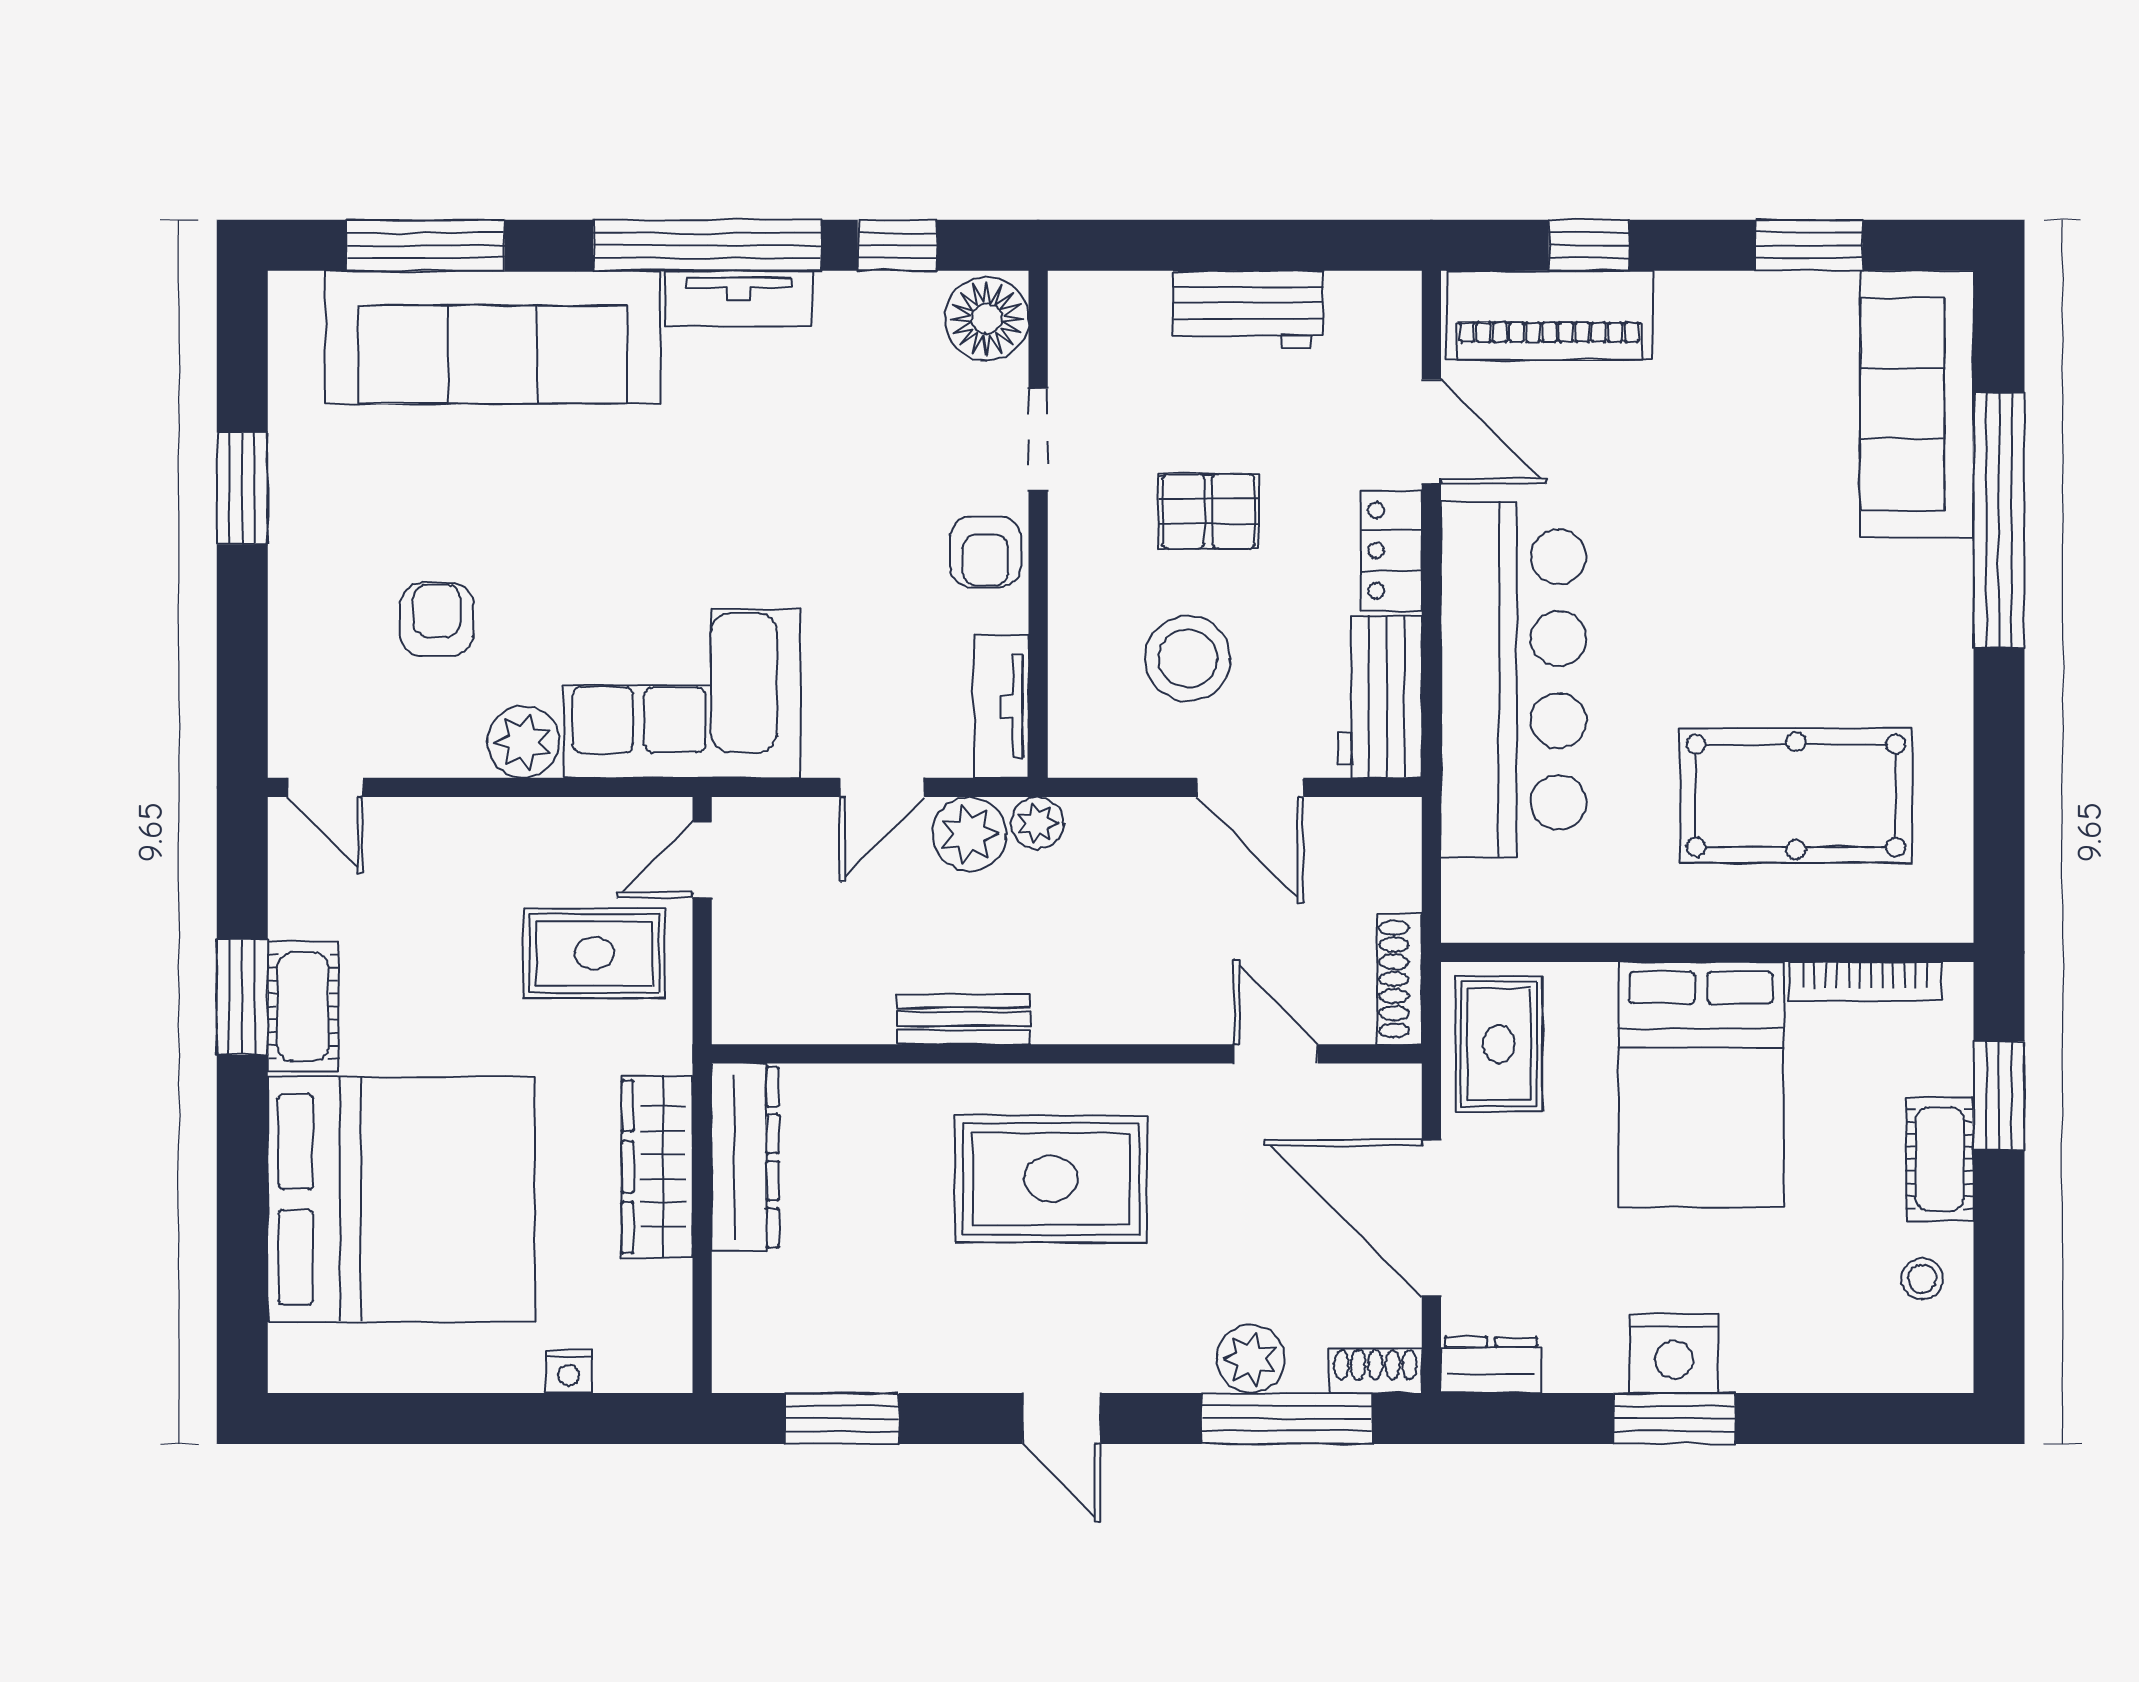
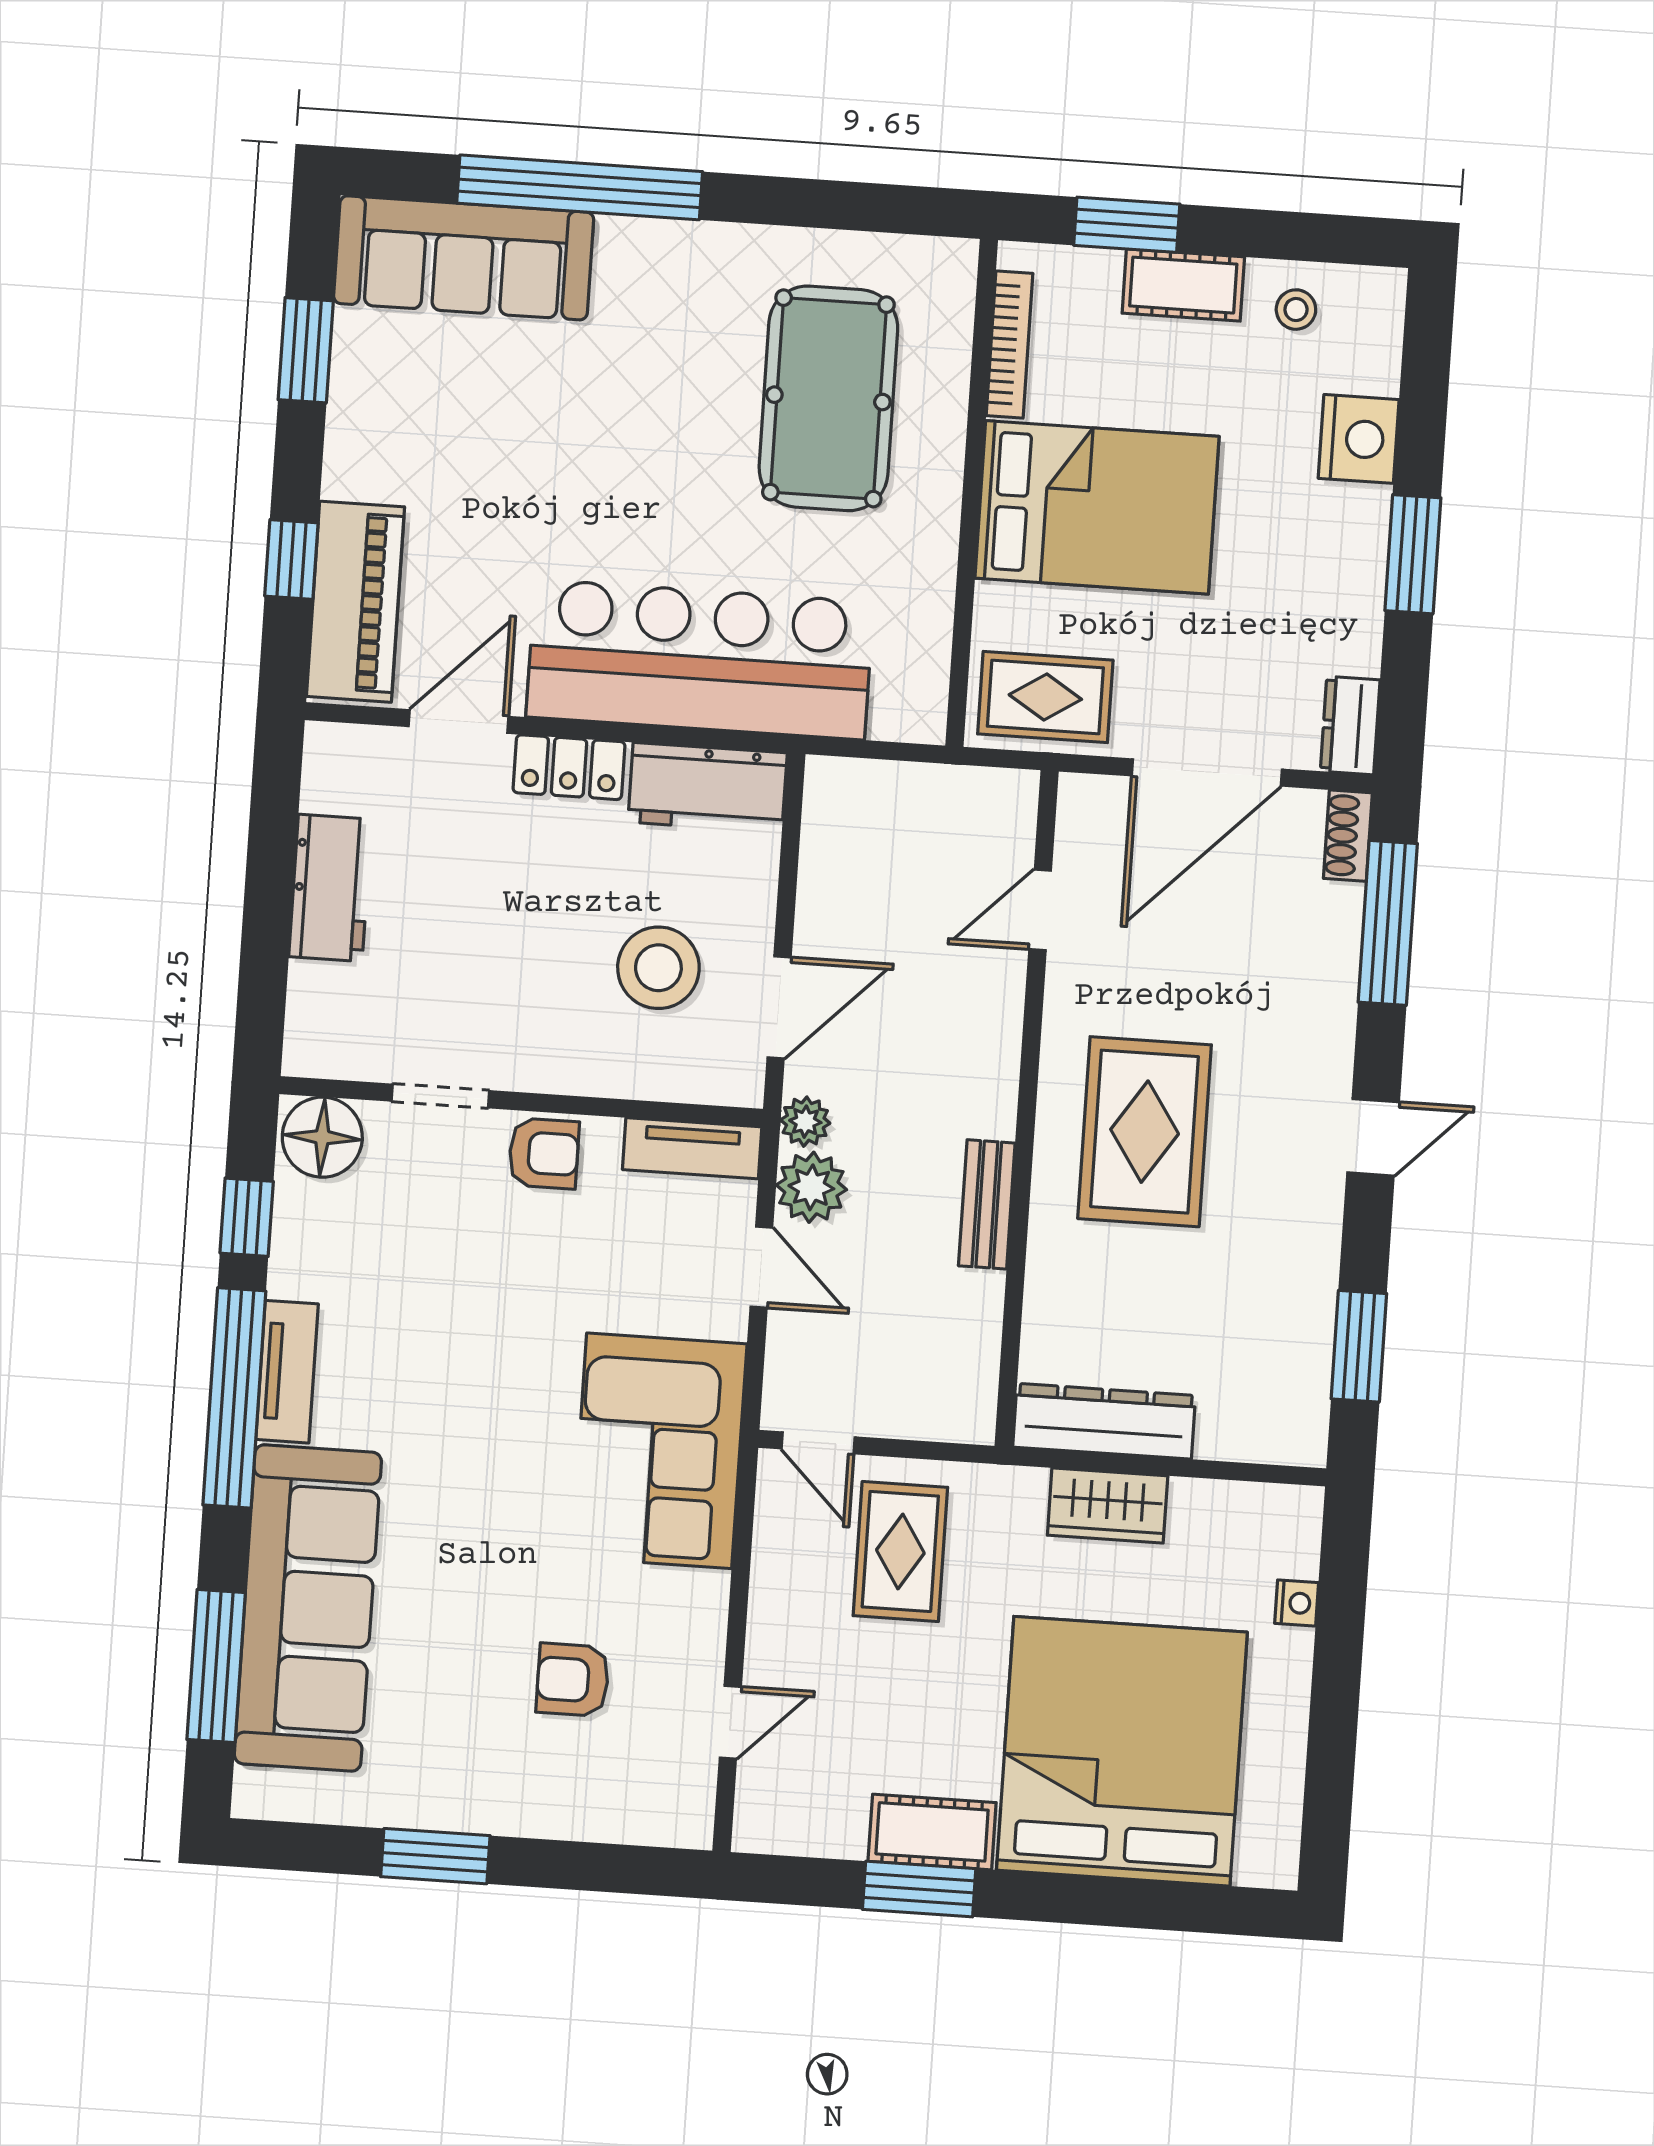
pallet: (1208, 511) -> (520, 939), removed
plant: (523, 742) -> (695, 1605), removed
door: (325, 787) -> (730, 1722), moved
door: (1250, 787) -> (779, 1007), moved
shoe rack: (1400, 979) -> (977, 787), removed
wardrobe: (657, 1167) -> (1108, 1505), width x0.67
nightstand: (1674, 1354) -> (1359, 439), moved
plant: (1251, 1359) -> (1329, 953), removed

